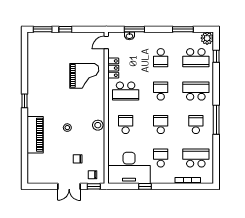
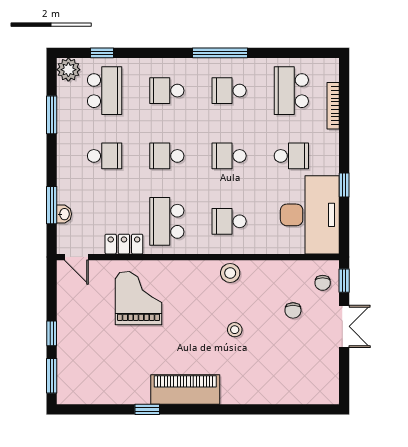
school desk: (126, 91) -> (167, 221), turned 180
school desk: (196, 91) -> (167, 91), width x0.54
window: (25, 101) -> (147, 409), moved
piano: (35, 135) -> (185, 389), moved
school desk: (161, 158) -> (291, 156), turned 180

